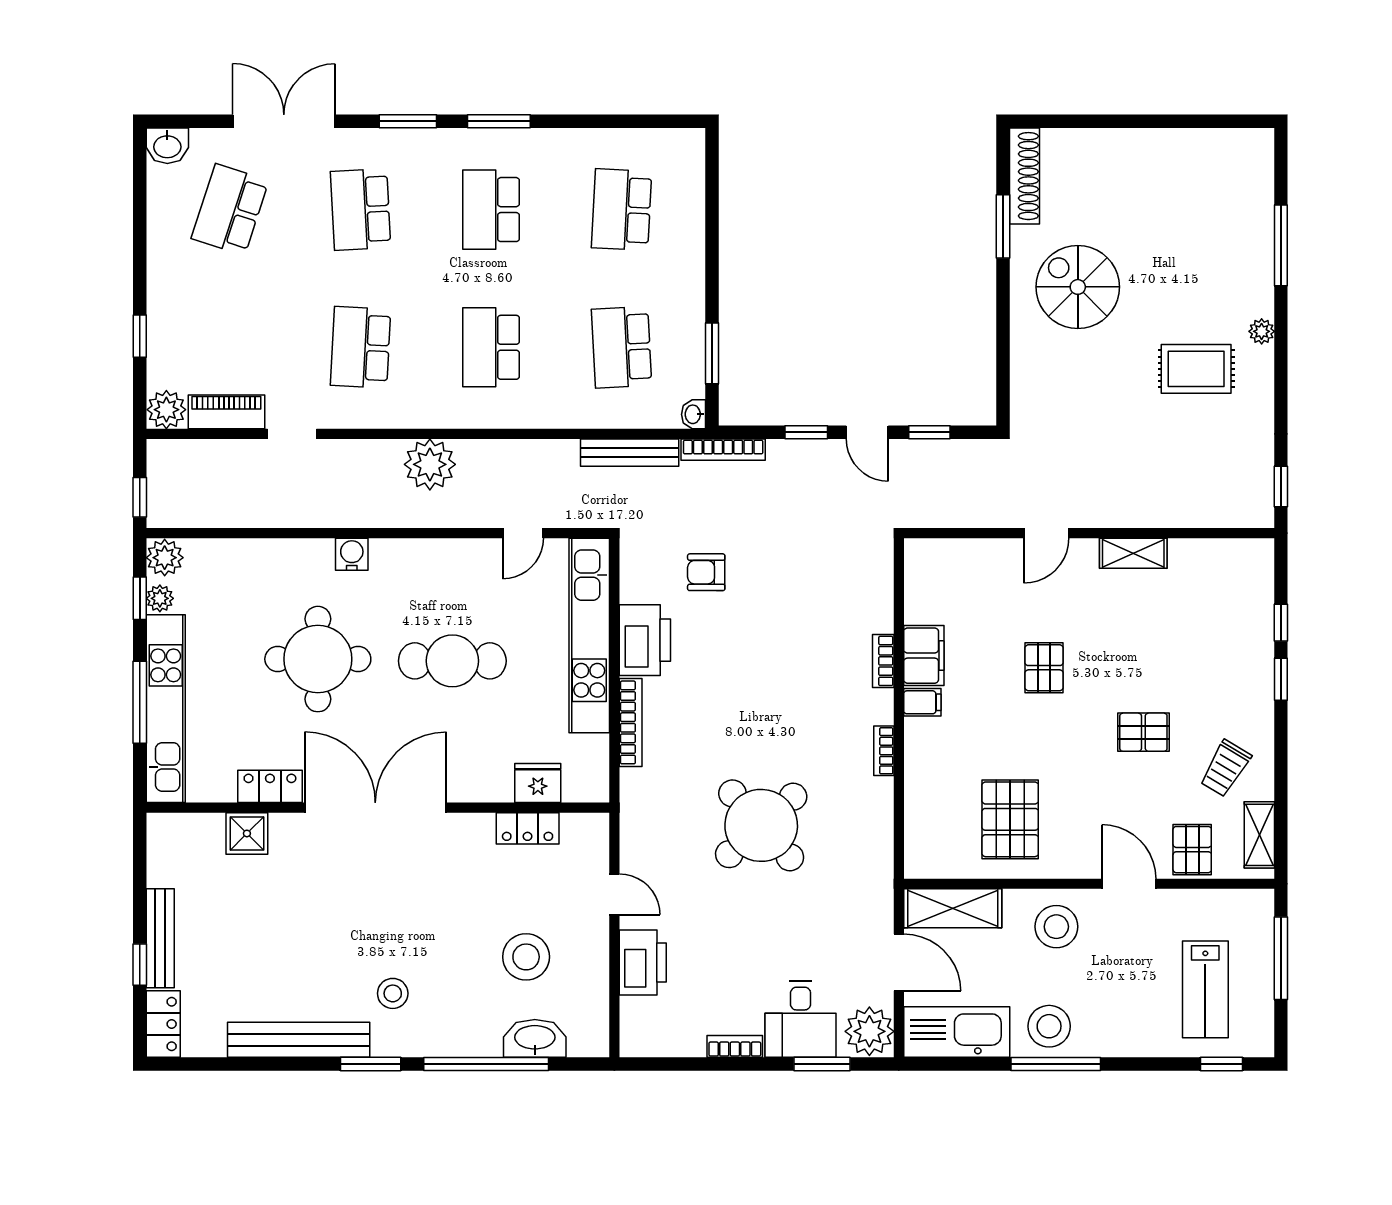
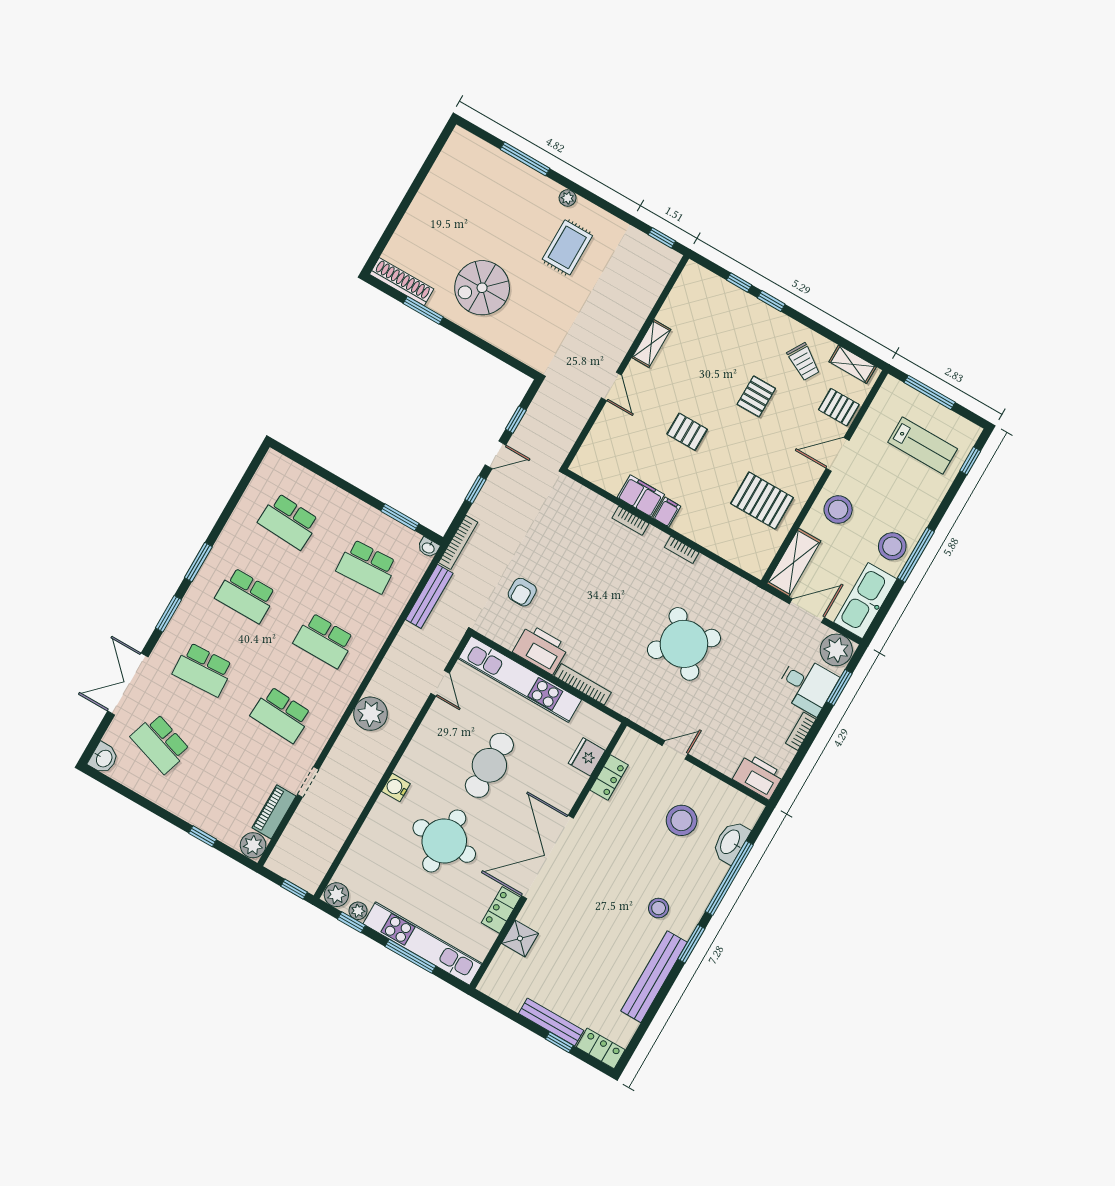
printer: (643, 962) -> (758, 776), moved

